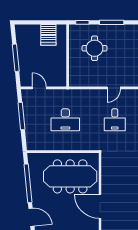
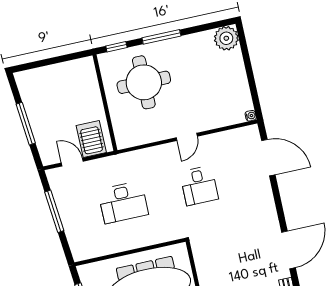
server rack: (48, 35) -> (91, 139), moved, turned 180
round table: (95, 48) -> (144, 82), width x1.36, depth x1.36

